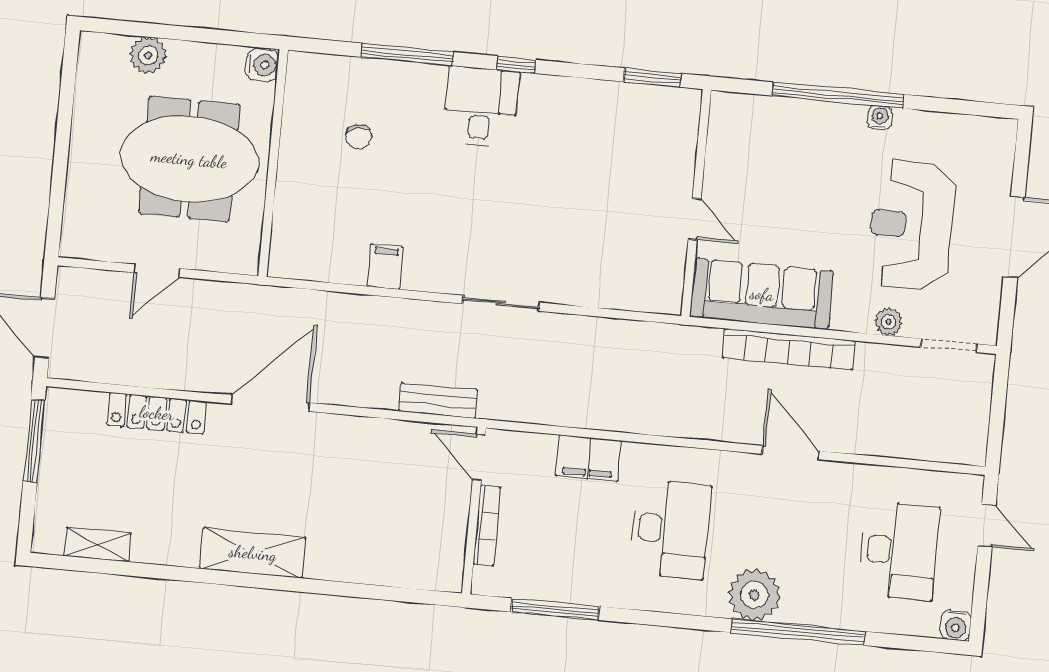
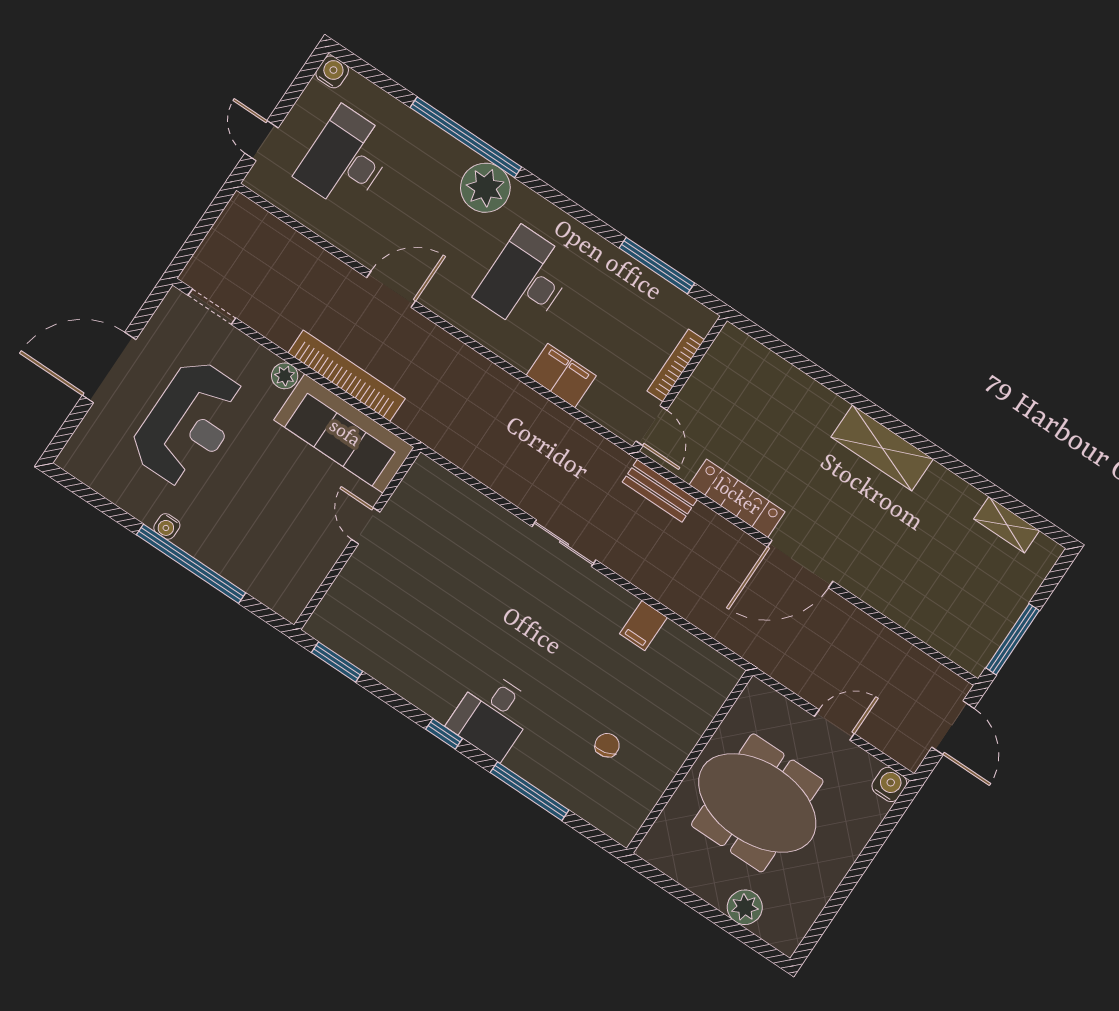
water cooler: (262, 65) -> (889, 784), moved, turned 90
plant: (889, 322) -> (285, 376), moved
locker: (157, 413) -> (737, 498), moved
door: (791, 452) -> (391, 289), swing flipped

